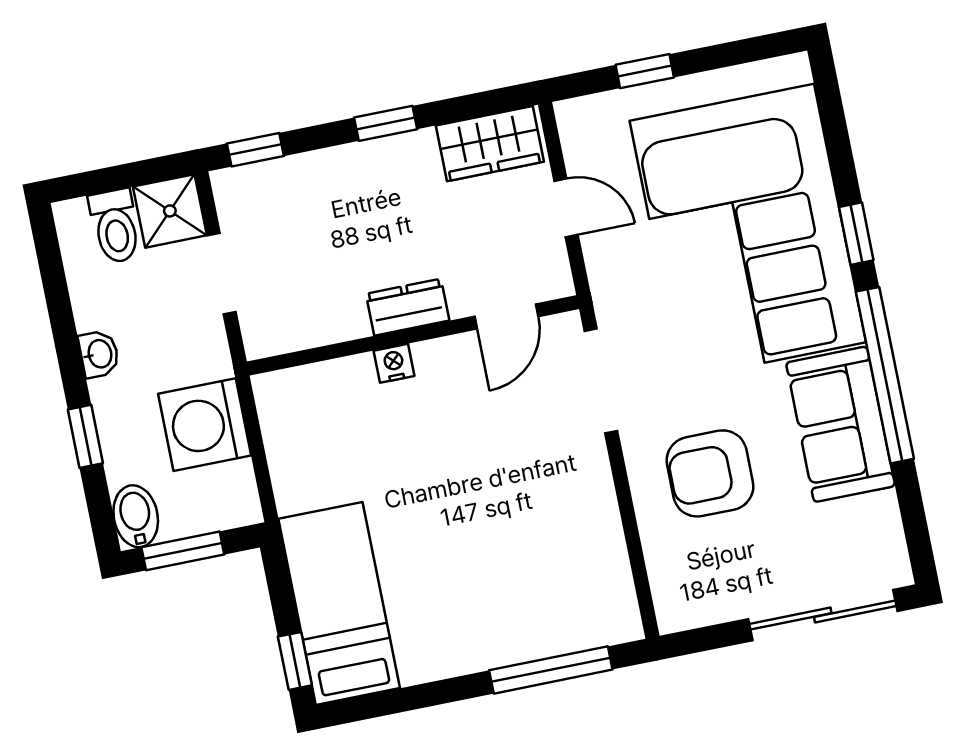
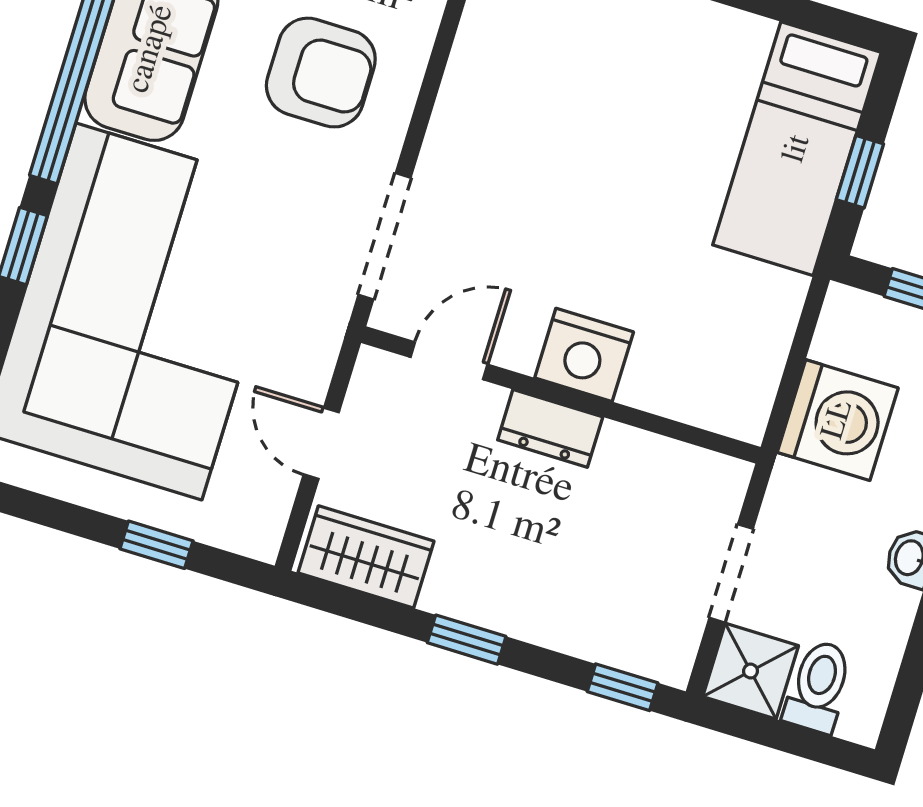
nightstand: (394, 363) -> (584, 355), width x1.89, depth x1.79
window: (295, 661) -> (860, 172), moved

